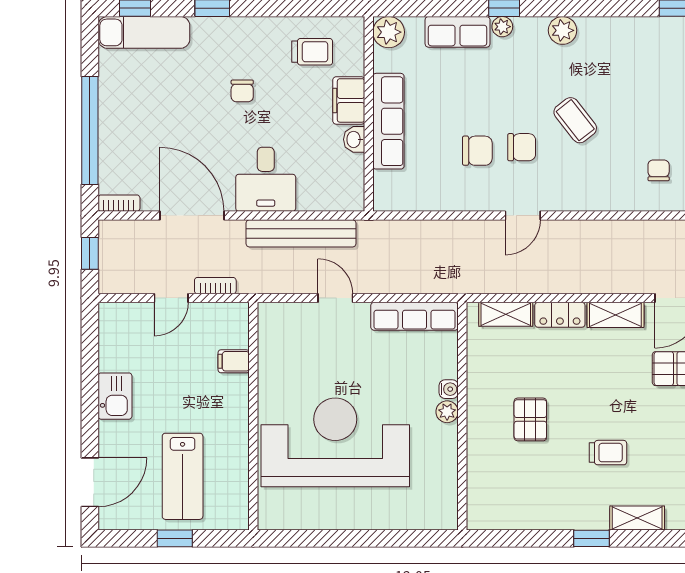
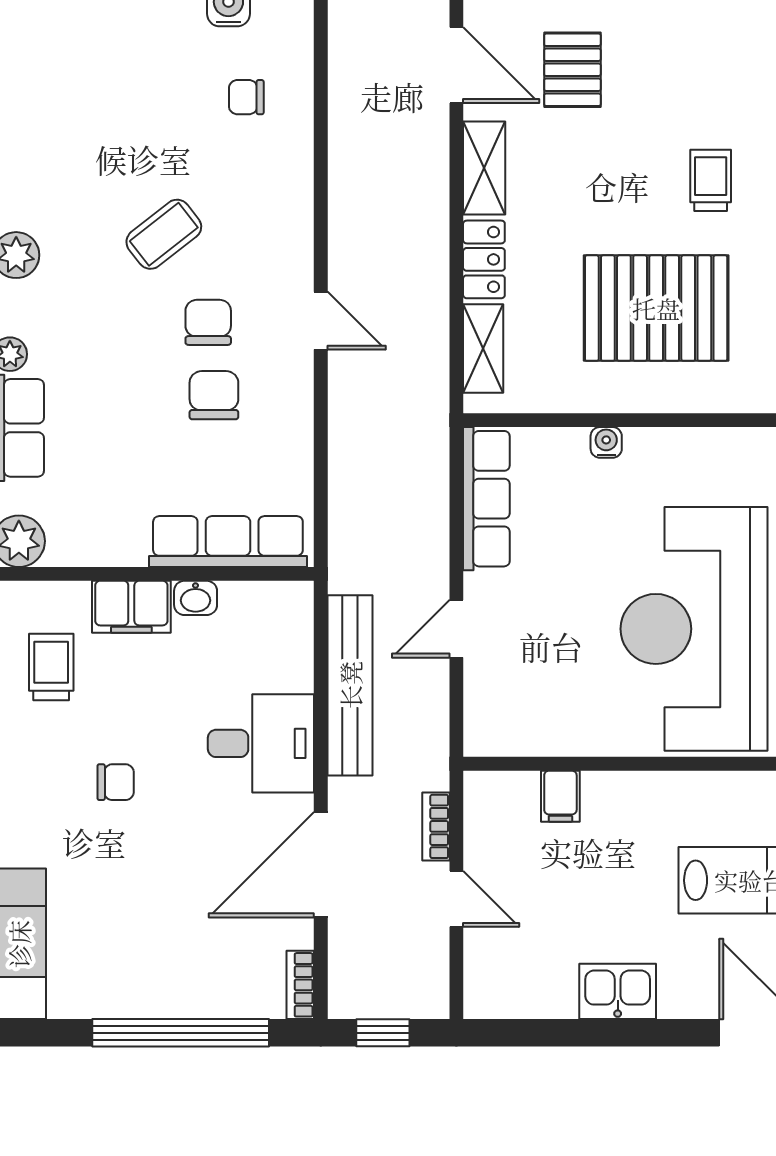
row of seats: (388, 121) -> (228, 542), moved
plant: (447, 412) -> (643, 445), removed
pallet: (530, 419) -> (656, 308), width x2.05, depth x2.00

